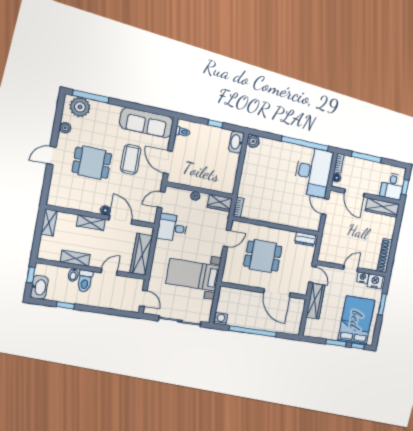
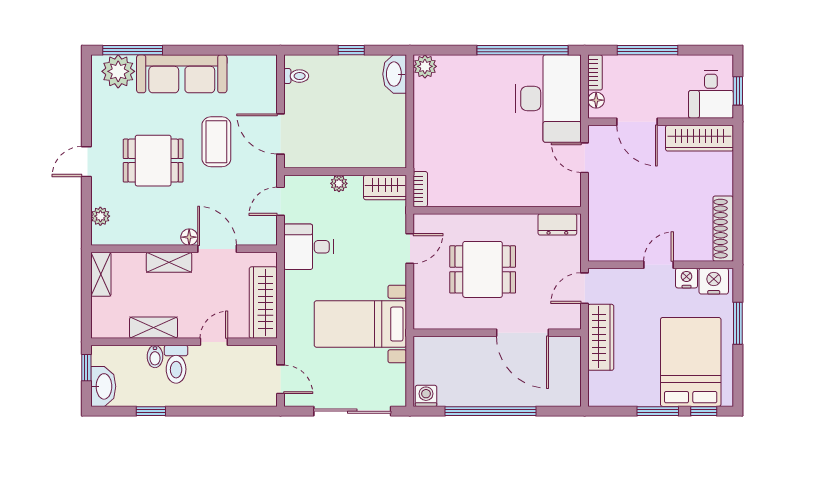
sofa: (147, 123) -> (182, 74), moved
plant: (65, 128) -> (100, 216), moved
door: (312, 275) -> (585, 288), swing flipped

